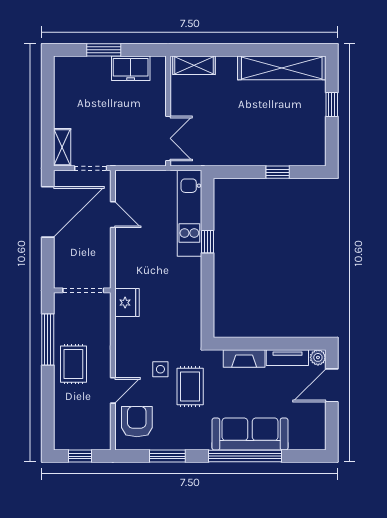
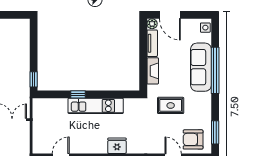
window: (278, 172) -> (34, 79), moved
kitchen unit: (189, 213) -> (96, 106), moved
side table: (160, 369) -> (205, 28), moved
window: (167, 456) -> (215, 132), moved

